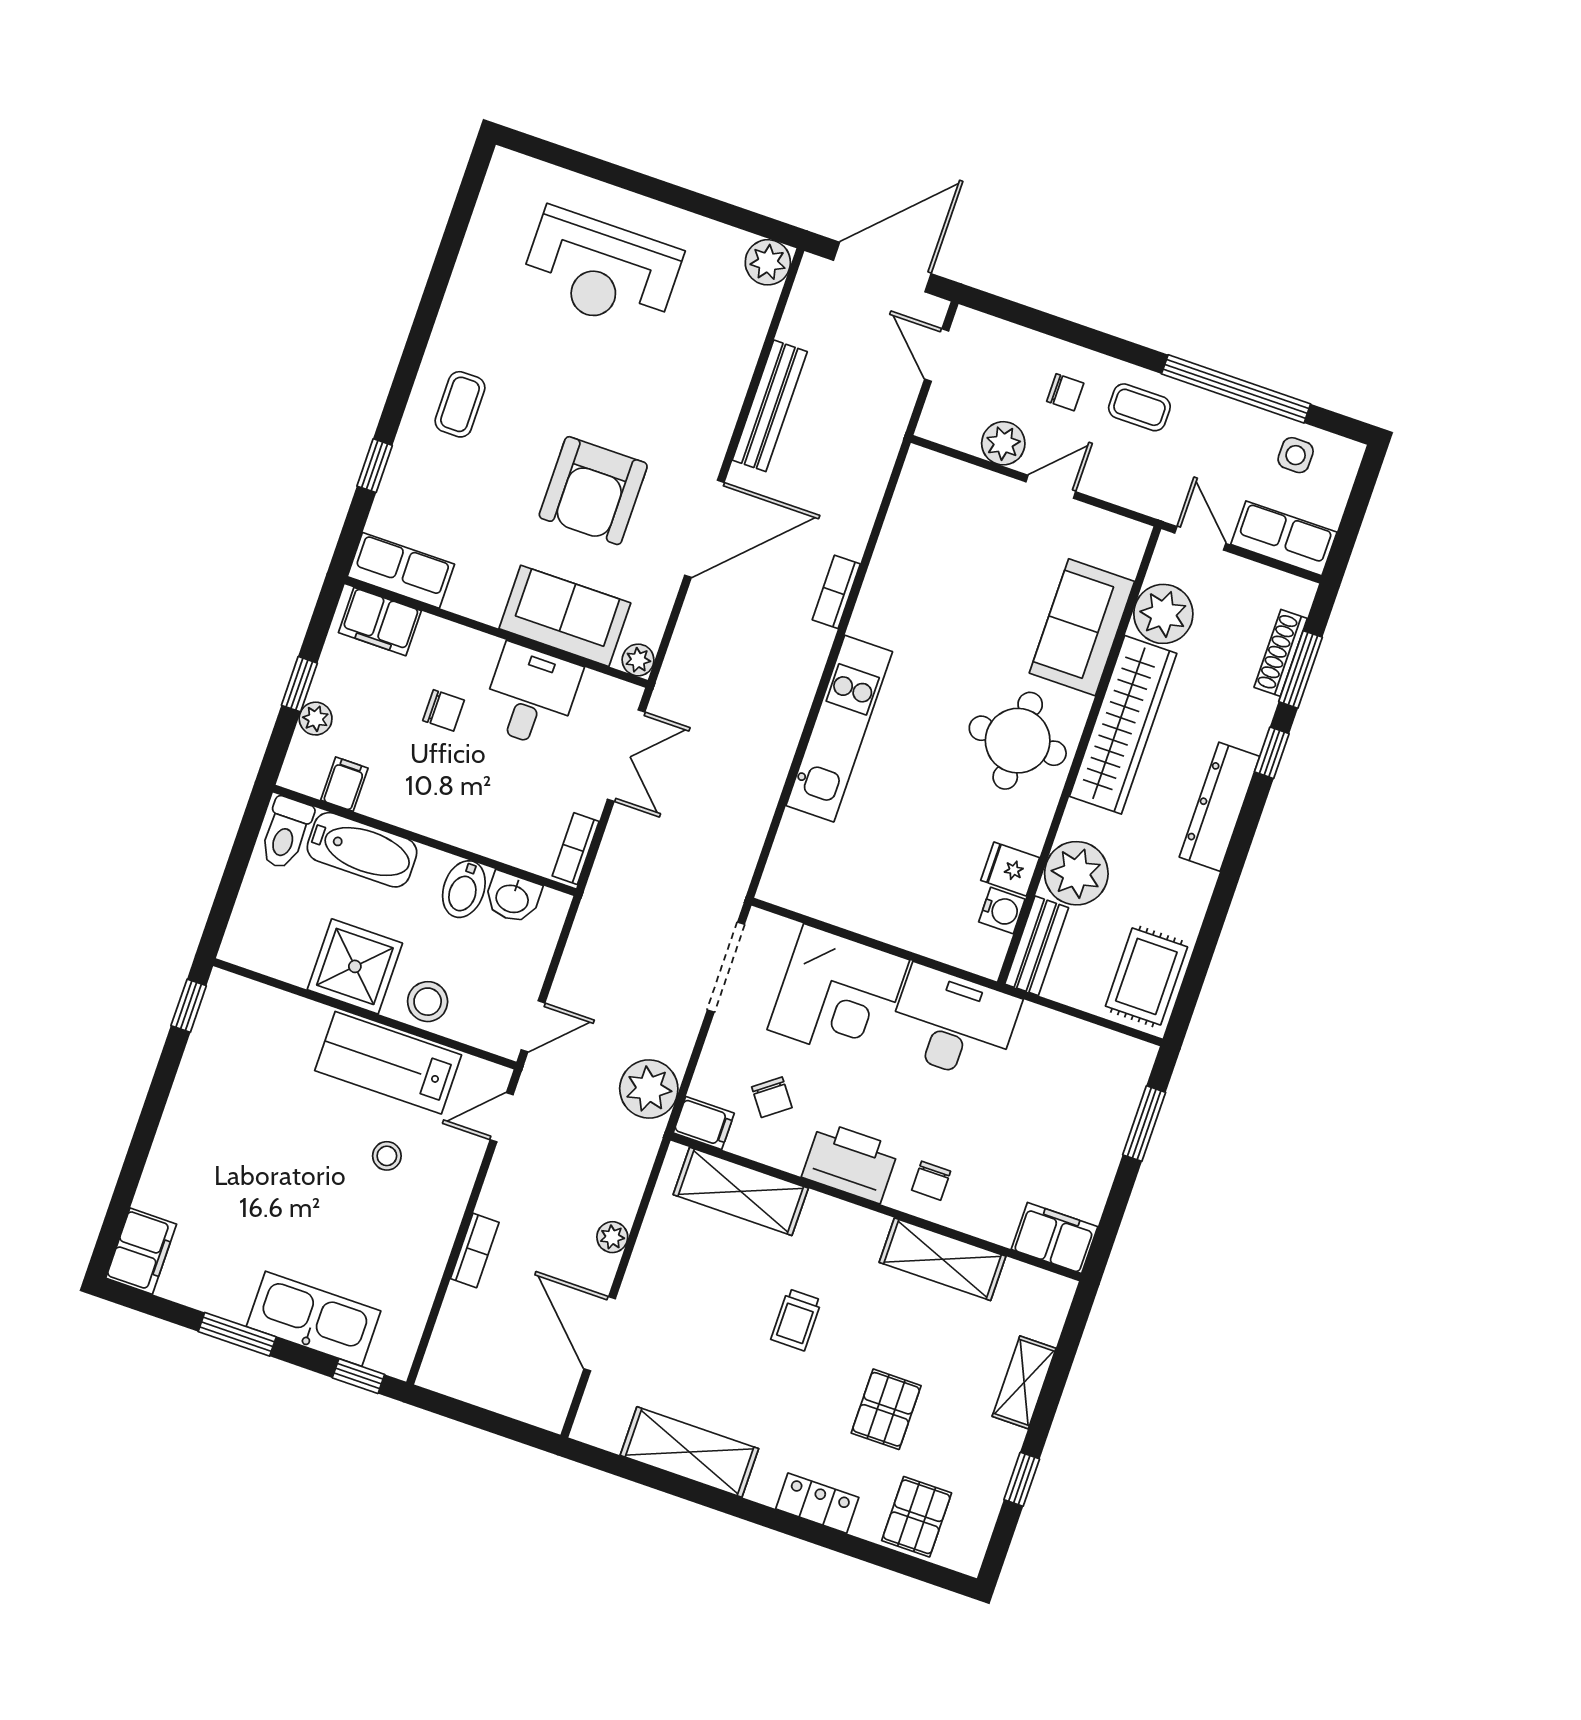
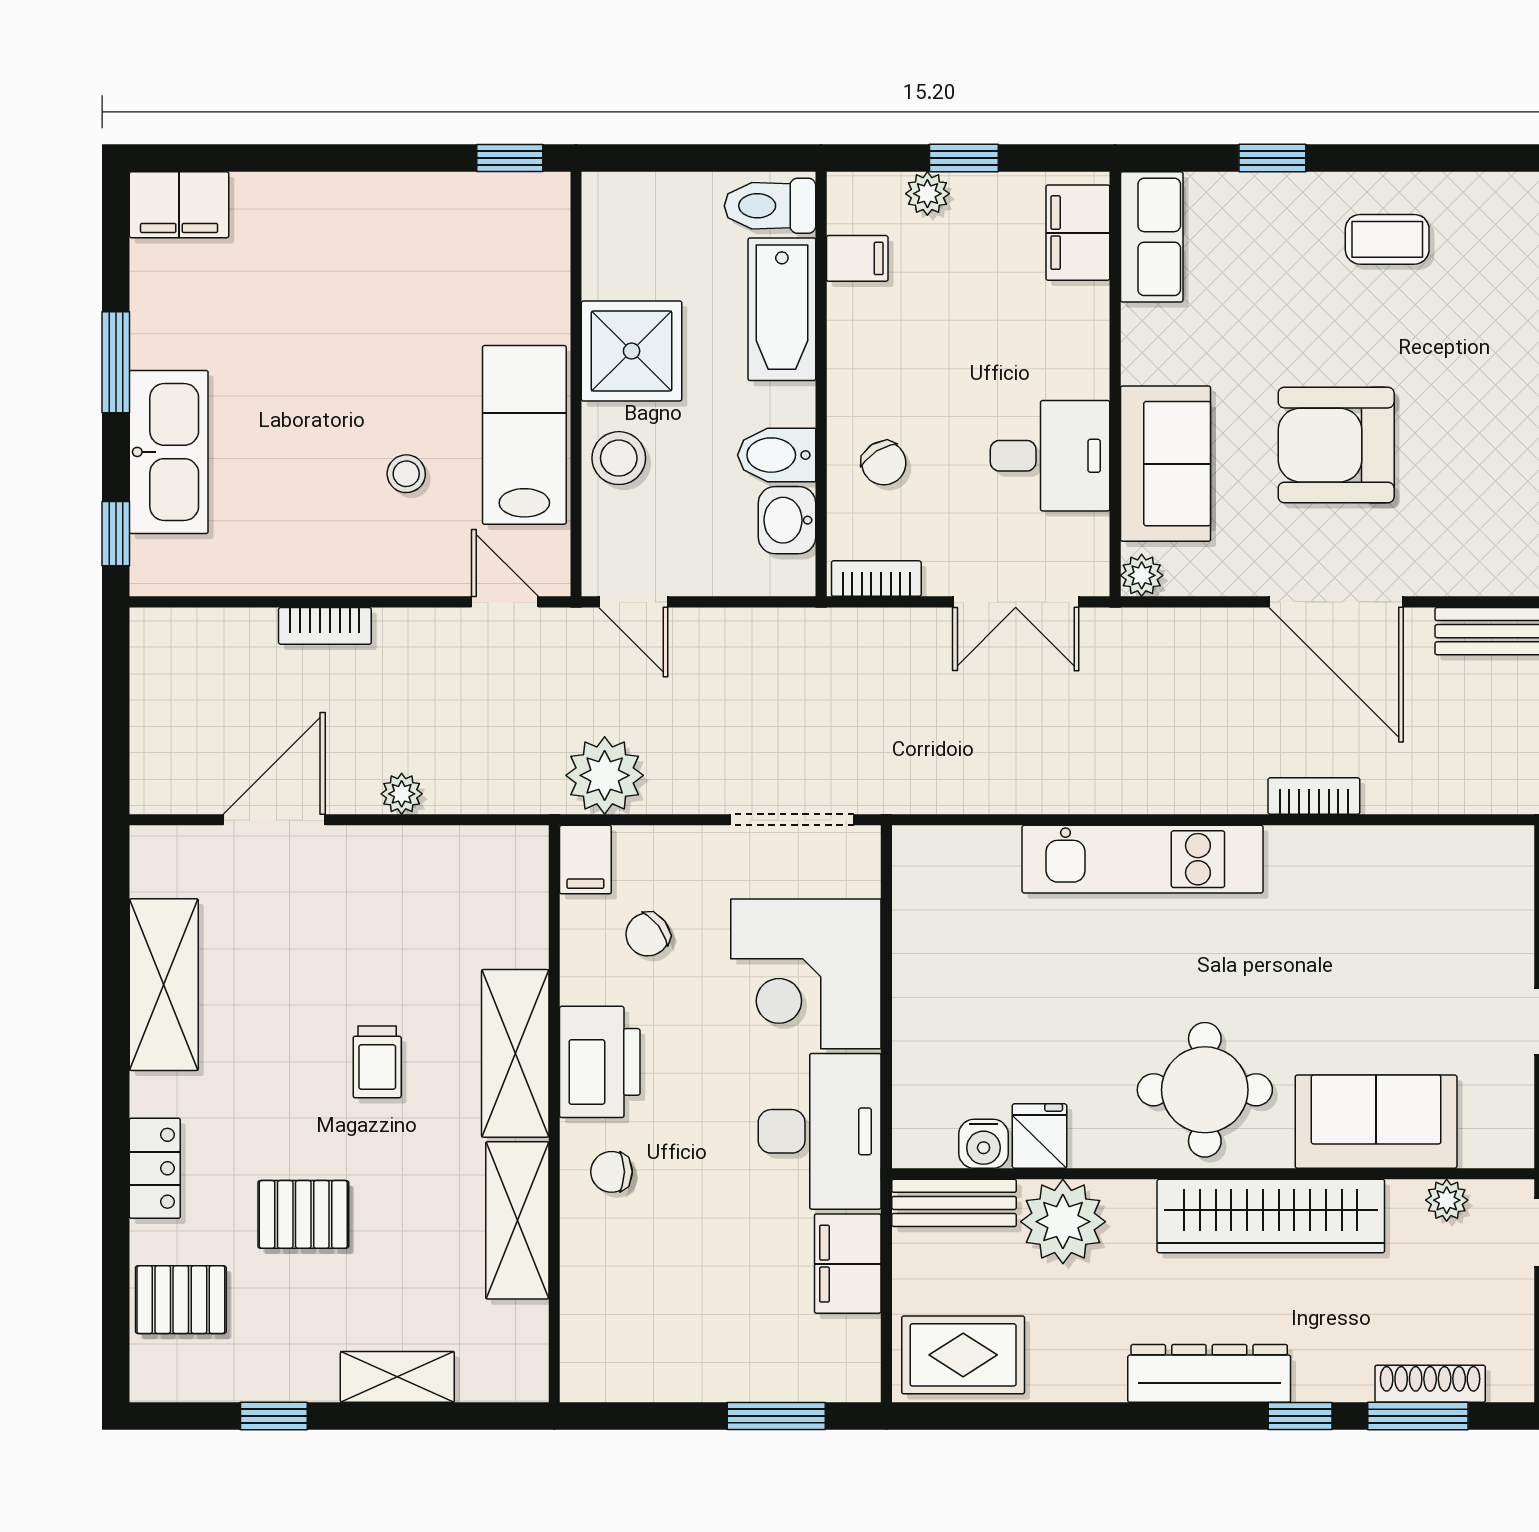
plant: (1163, 614) -> (1447, 1200), width x0.53, depth x0.53
chair: (444, 710) -> (884, 463), moved, turned -32
shelving: (741, 1191) -> (515, 1053), moved
filing cabinet: (1055, 1238) -> (848, 1264), moved, turned 180
trolley: (796, 1320) -> (377, 1062), turned -90

